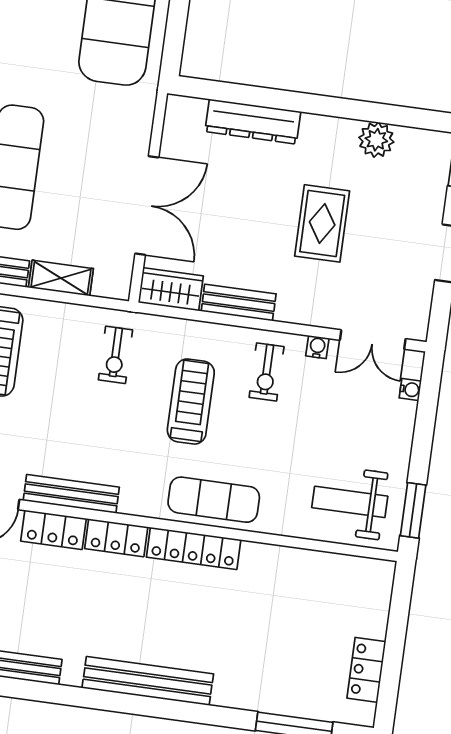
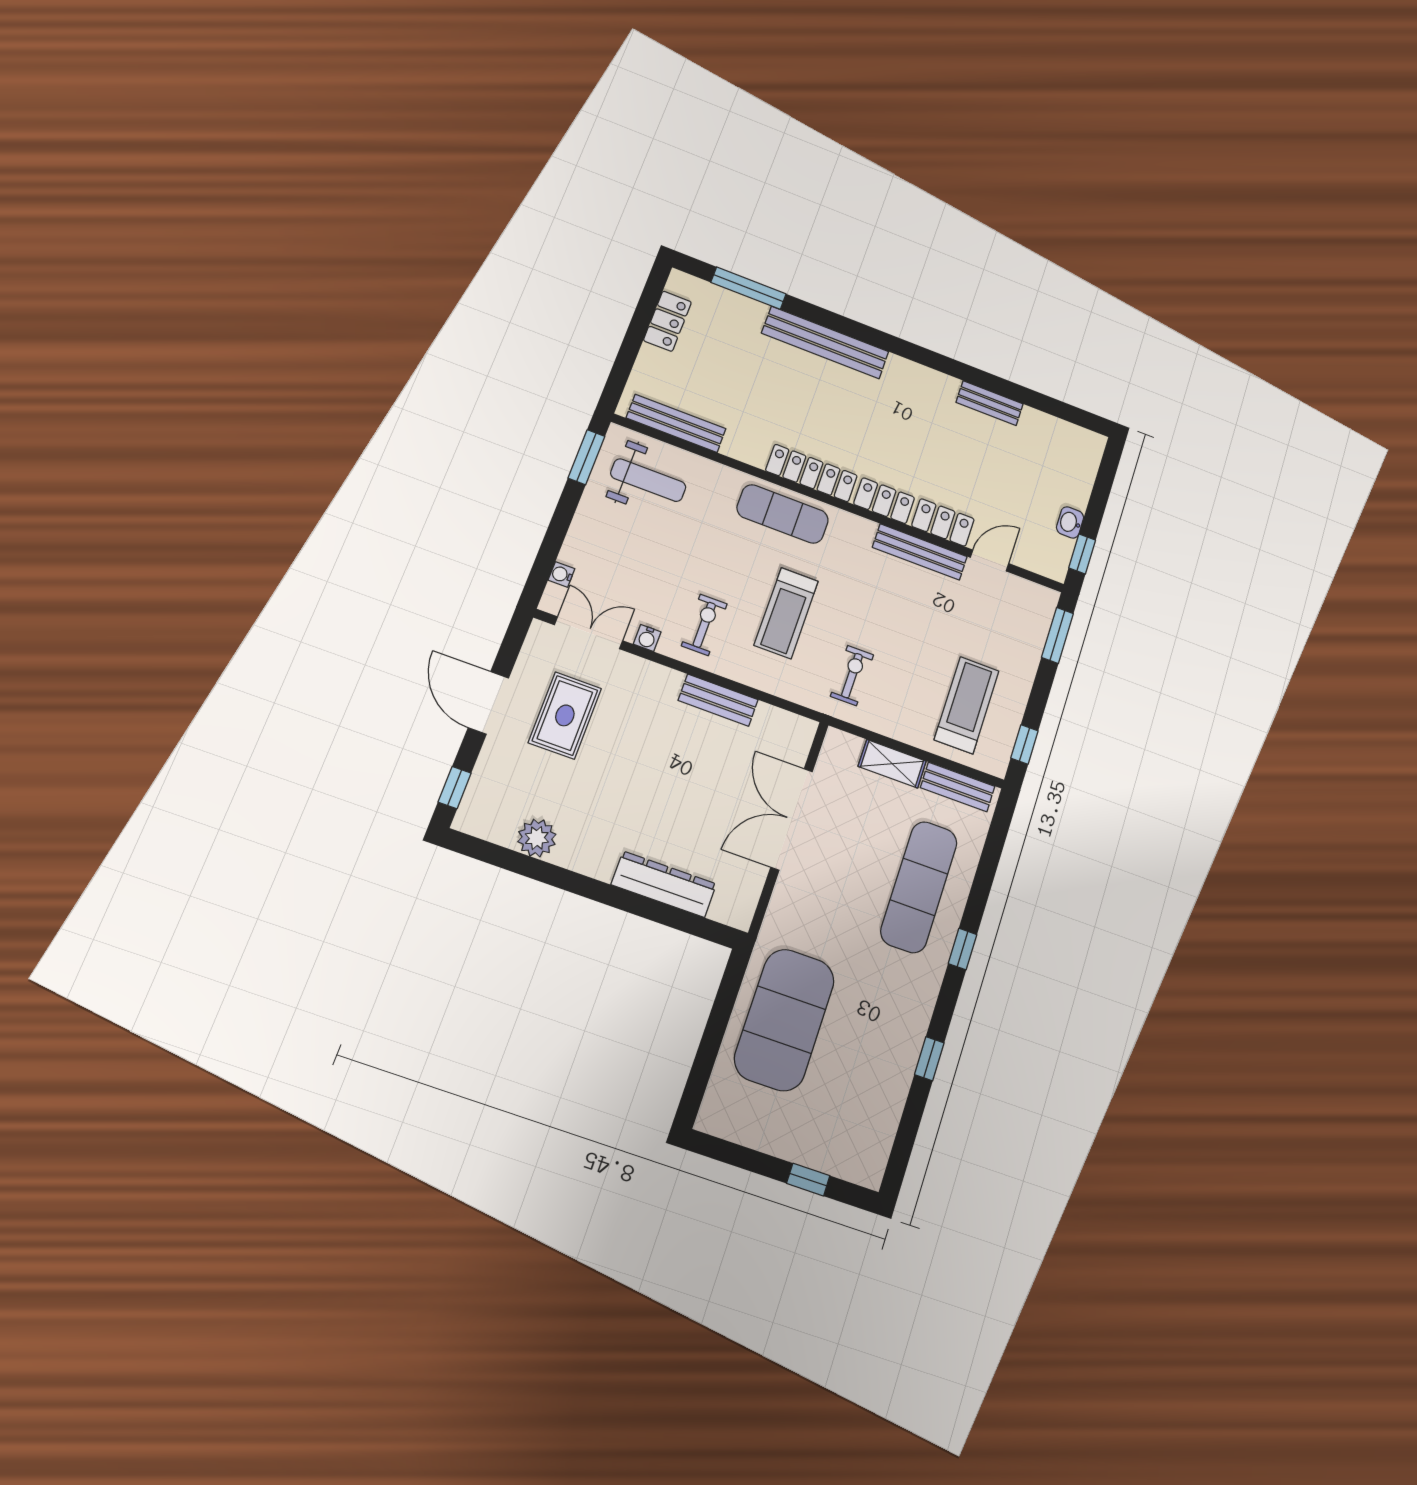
rug: (322, 223) -> (565, 715), moved
wardrobe: (171, 289) -> (784, 728), removed
bench: (335, 566) -> (676, 423), added
bench: (148, 681) -> (825, 342), moved

